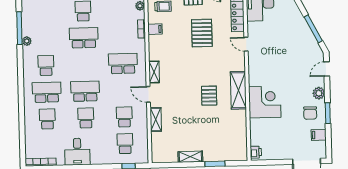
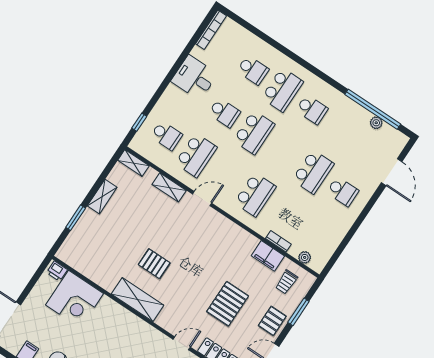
window: (19, 28) -> (373, 109), width x1.46
filing cabinet: (155, 29) -> (268, 256), width x2.00
pallet: (202, 33) -> (228, 304), turned 90
plant: (27, 41) -> (376, 123), moved
shelving: (154, 72) -> (133, 163), moved
corner desk: (265, 102) -> (75, 299), moved
school desk: (124, 117) -> (196, 155), width x1.85

